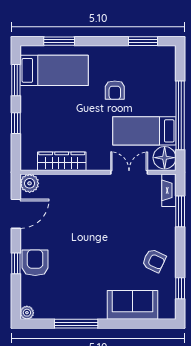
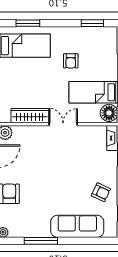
double door: (129, 172) -> (63, 124), moved
sofa: (132, 305) -> (77, 226), width x1.36

